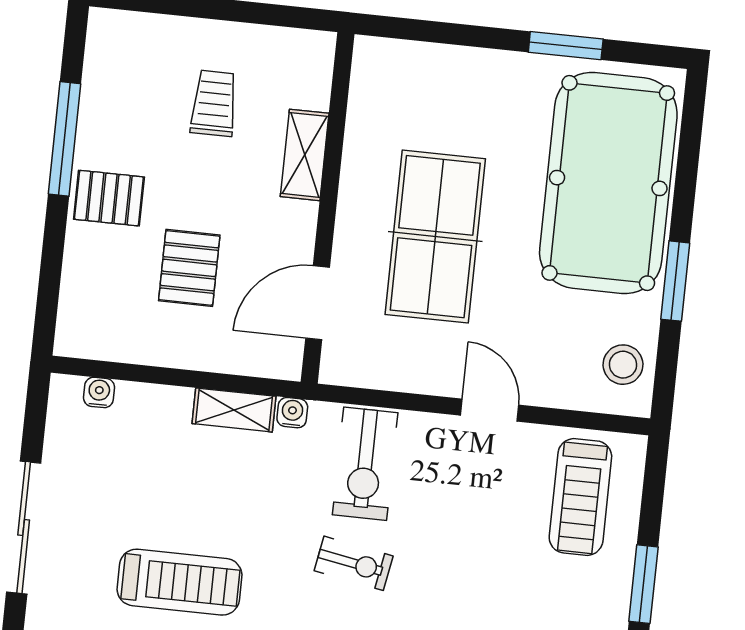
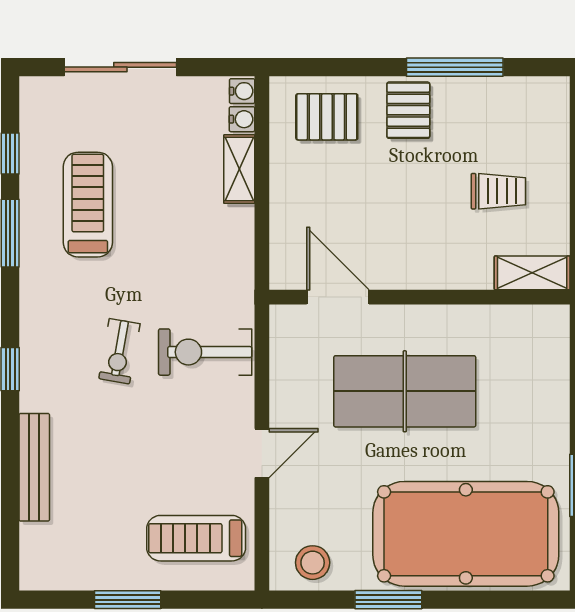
shelving: (305, 155) -> (532, 273), moved
pallet: (189, 268) -> (327, 117), moved
shelving: (234, 410) -> (239, 169), moved
water cooler: (292, 413) -> (242, 91), moved
treadmill: (179, 582) -> (88, 205), turned 180

